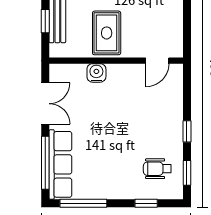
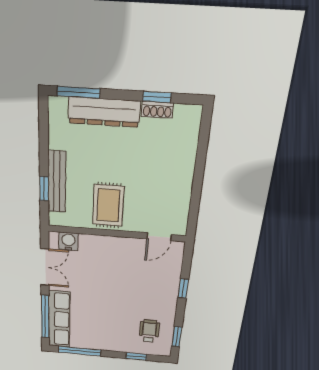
water cooler: (96, 73) -> (68, 241), moved
window: (187, 131) -> (183, 288), moved
wheelchair: (157, 169) -> (149, 331), turned 90

